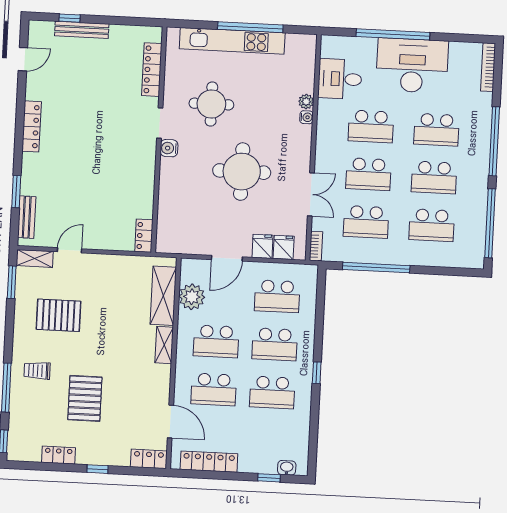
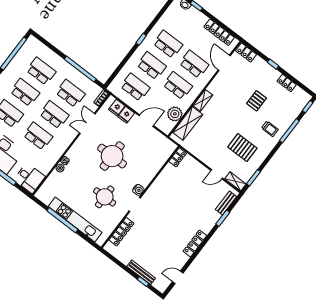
desk: (340, 79) -> (29, 178), moved
pallet: (85, 398) -> (256, 101), width x0.67, depth x0.71

